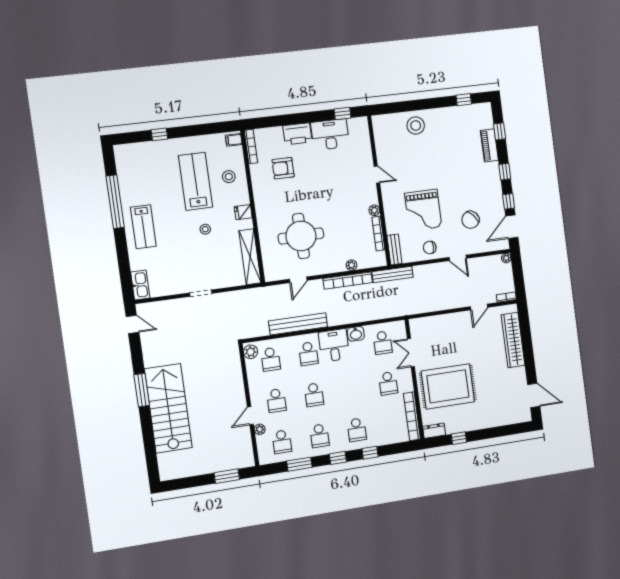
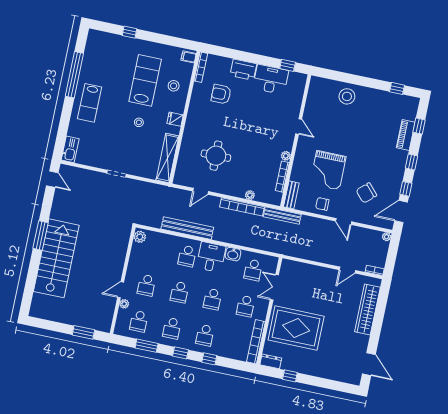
round table: (301, 236) -> (216, 156), width x0.73, depth x0.73
school desk: (271, 359) -> (212, 299), moved

